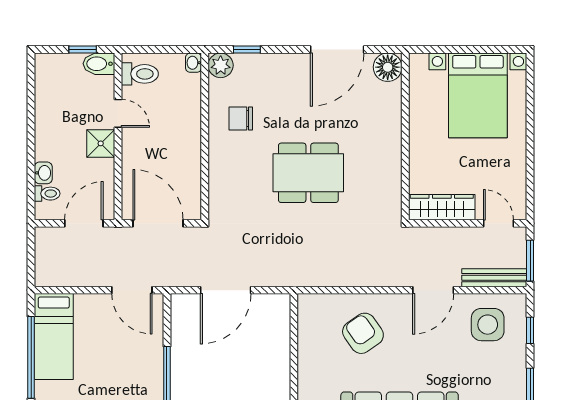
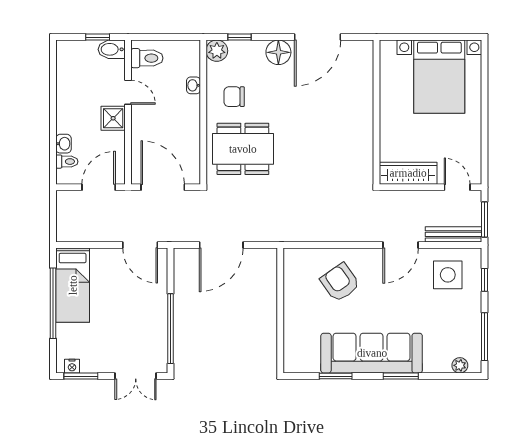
washbasin: (194, 63) -> (193, 85), moved
floor lamp: (388, 67) -> (278, 52), moved
dining table: (308, 173) -> (243, 149), moved

